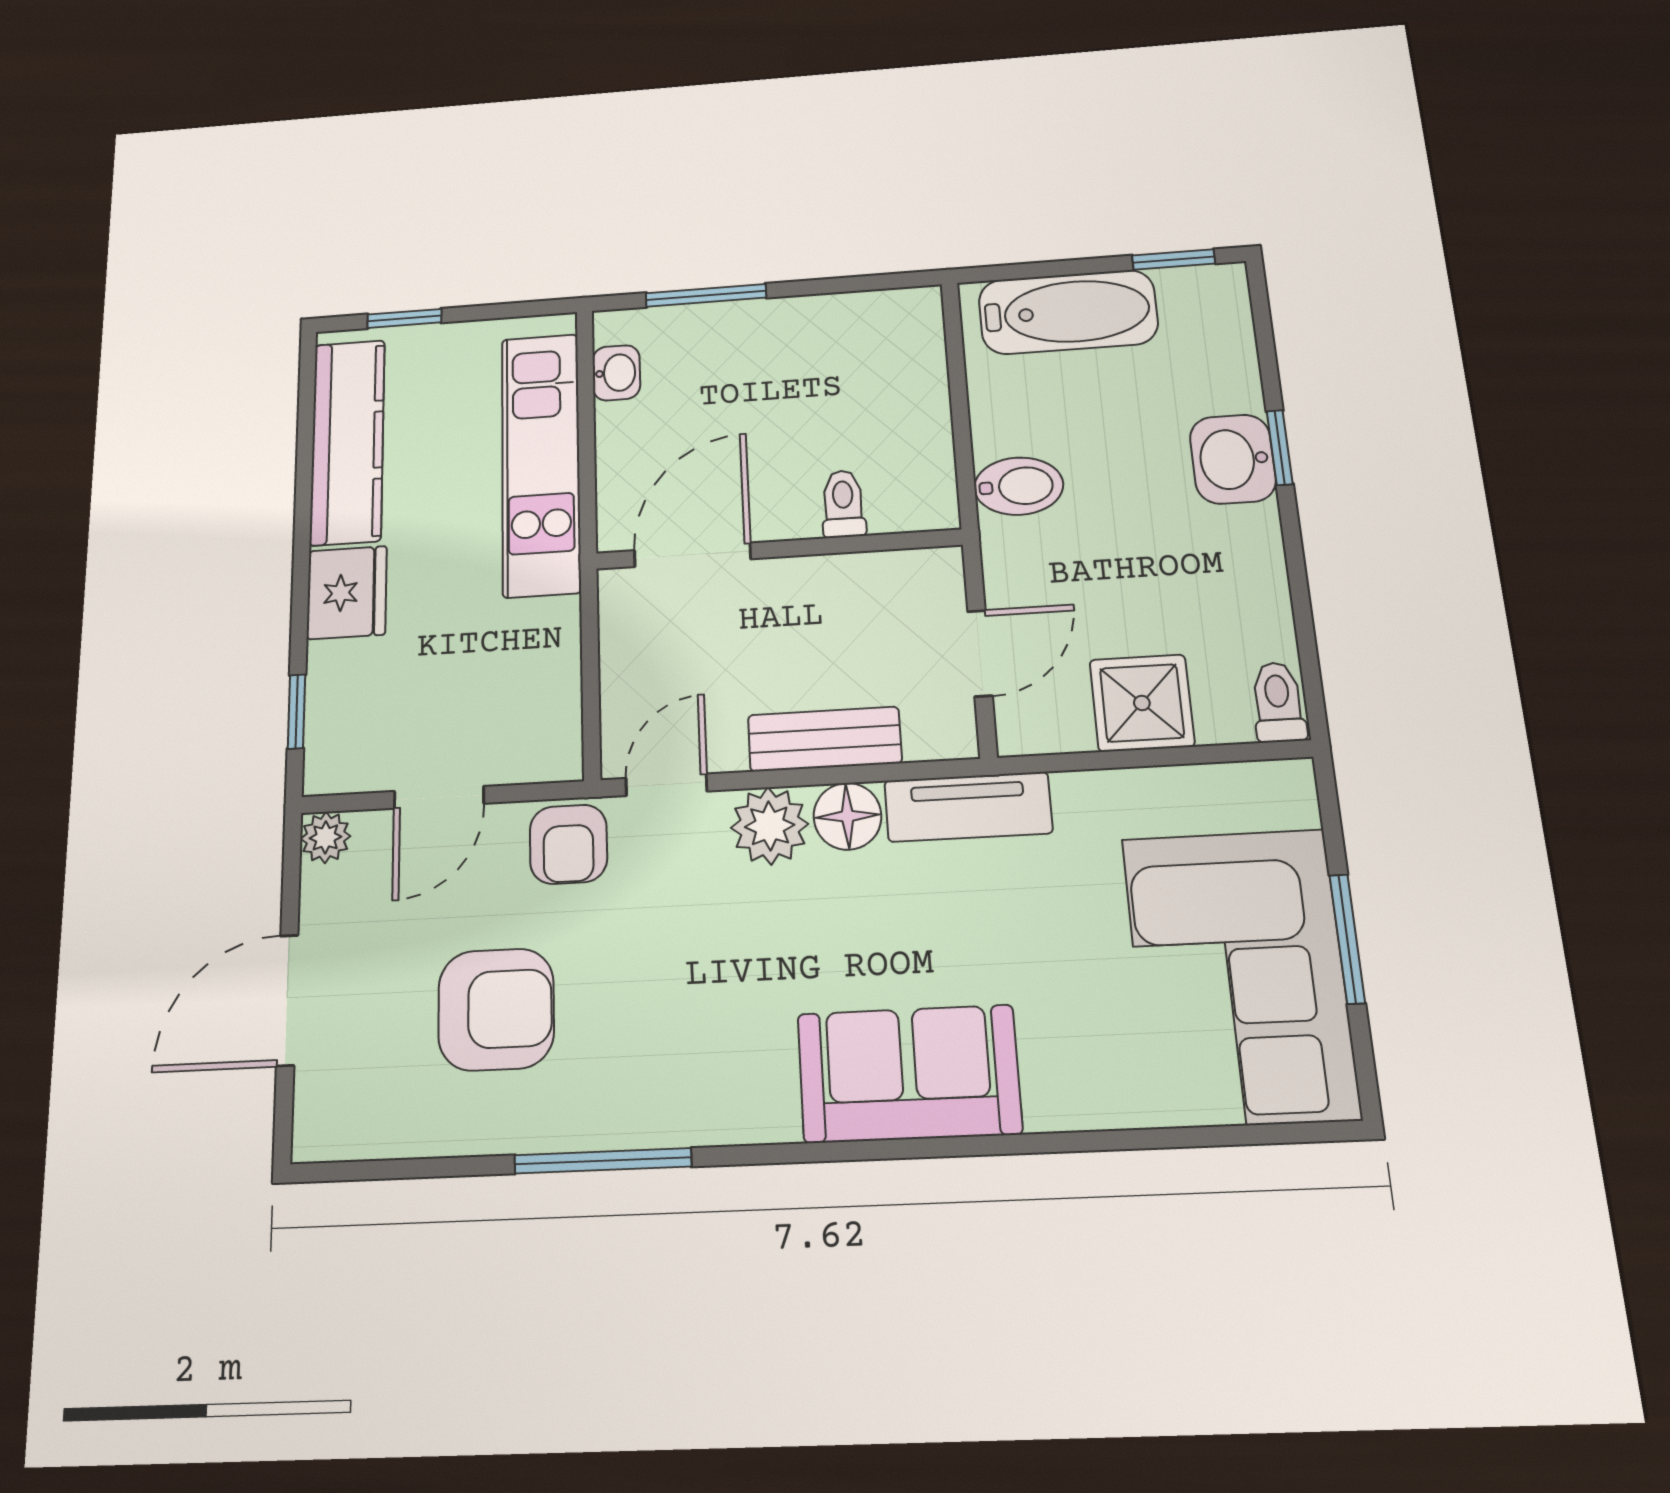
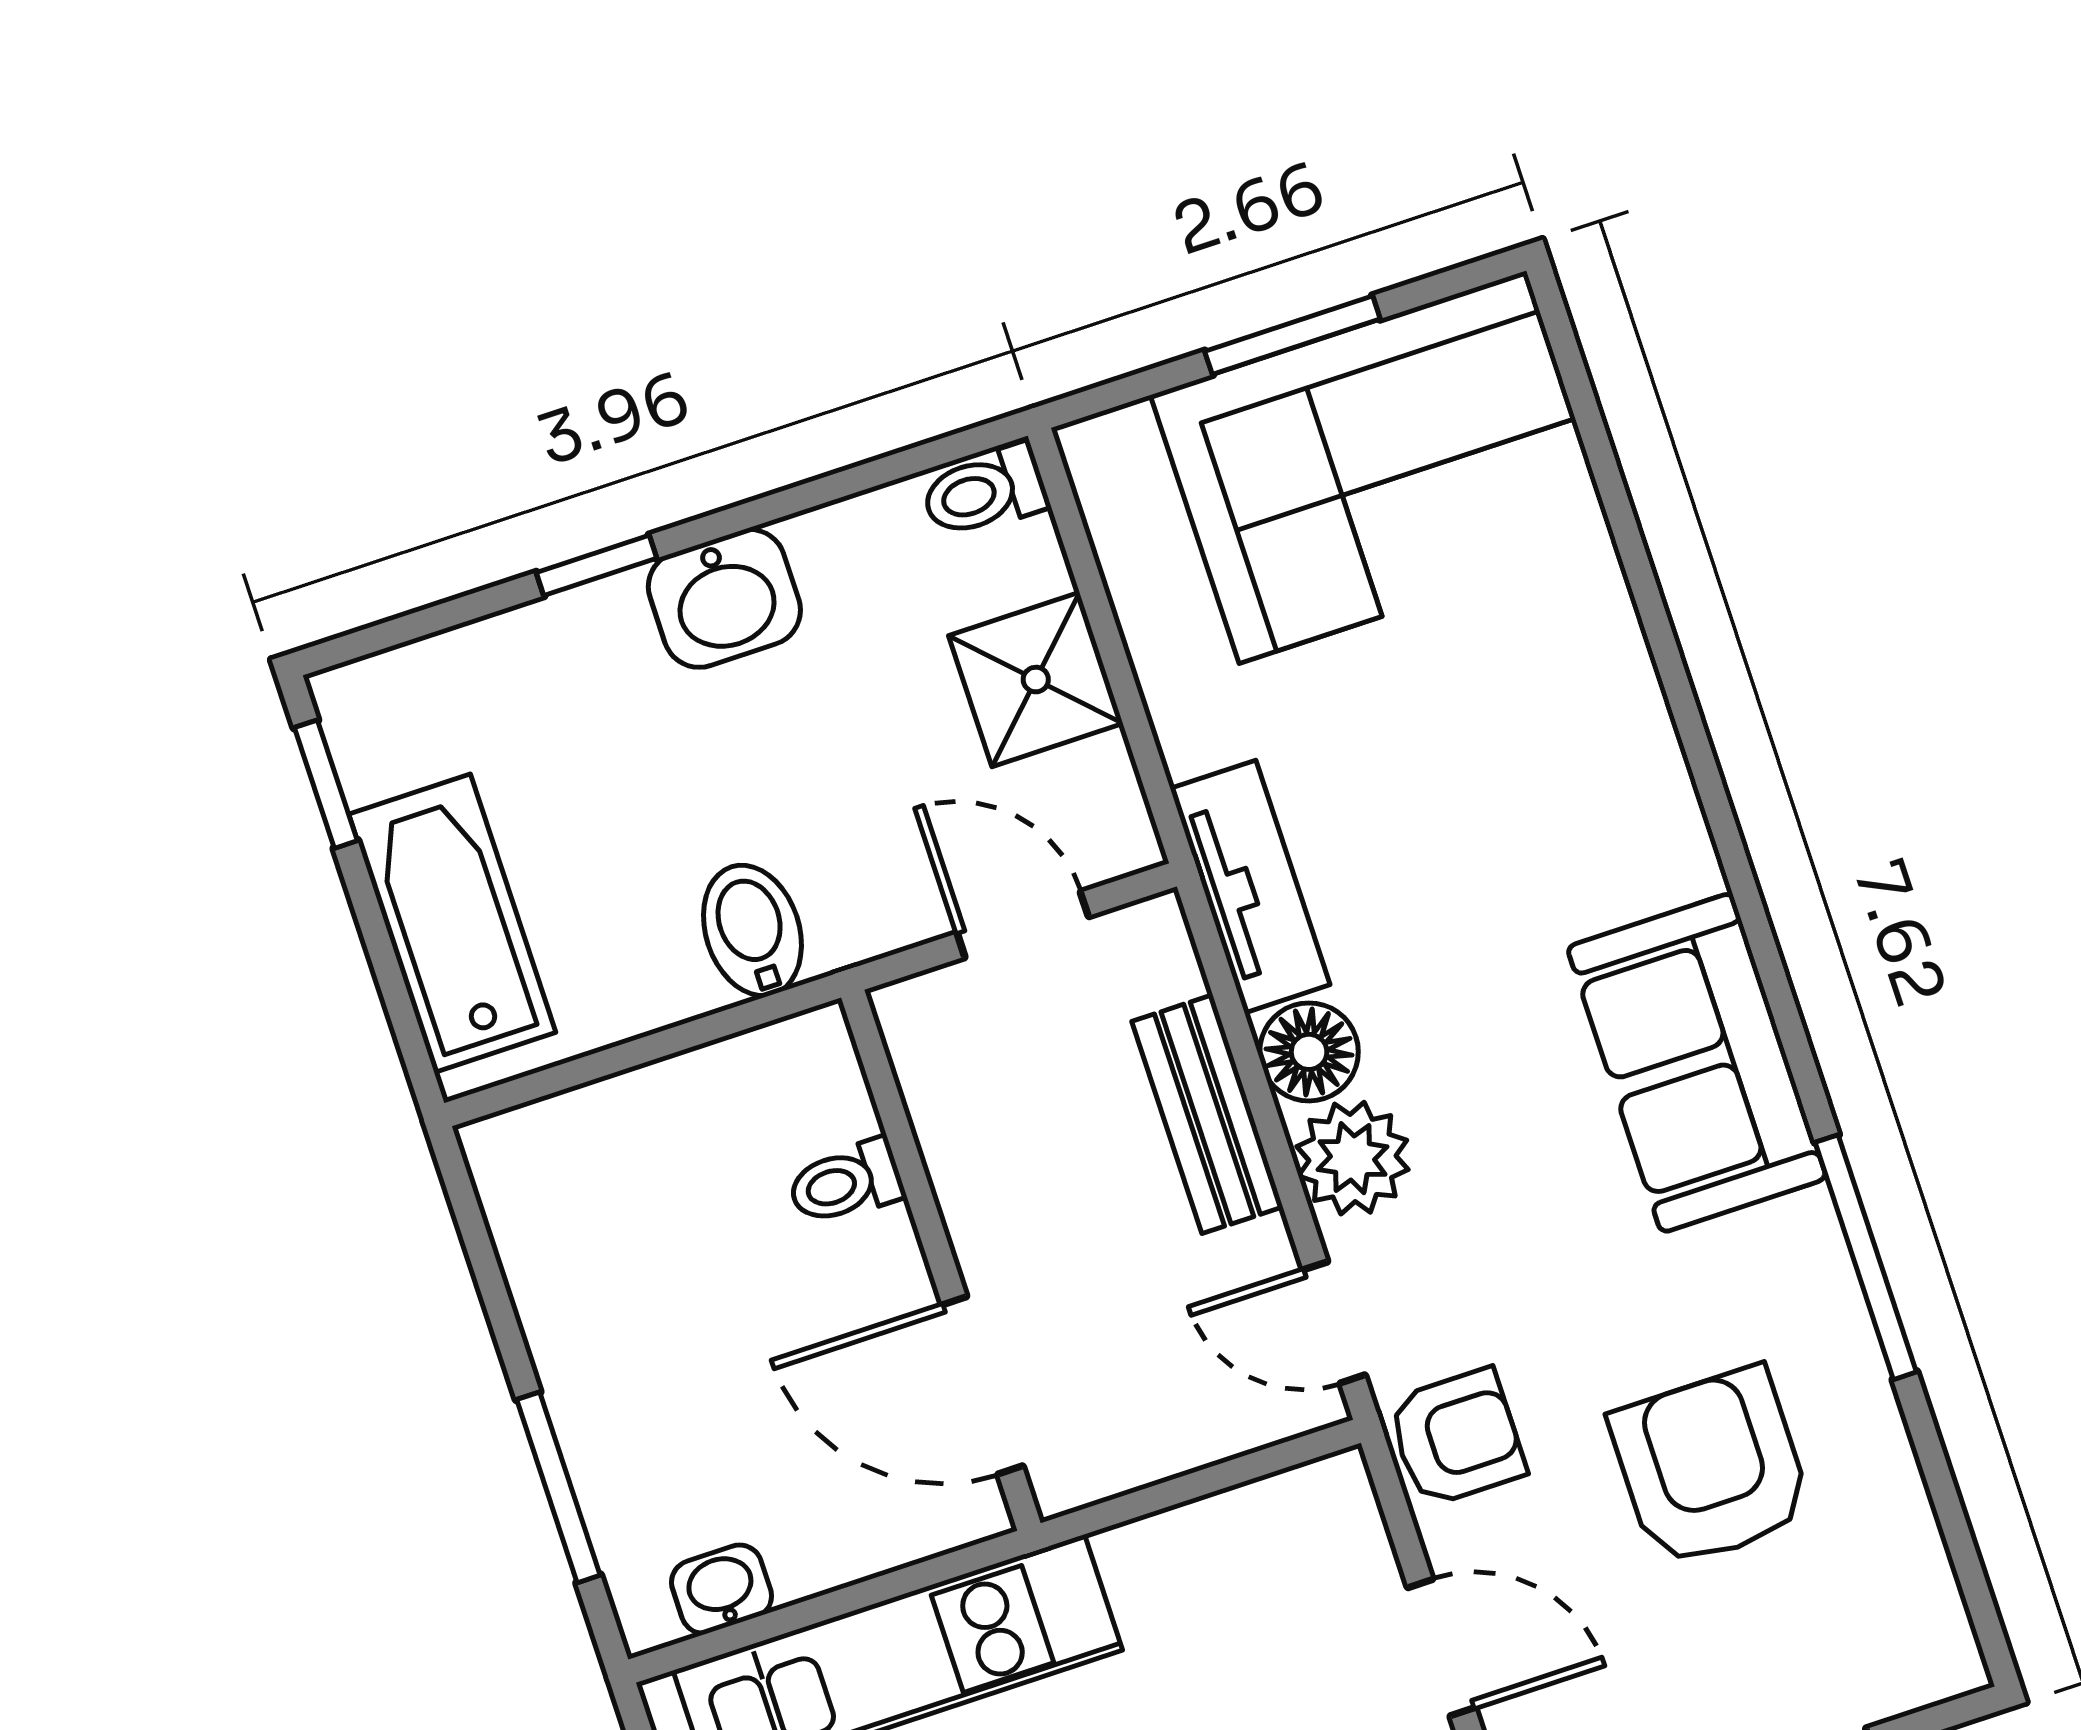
washbasin: (1233, 459) -> (724, 598), moved
sofa: (909, 1074) -> (1697, 1063), moved

